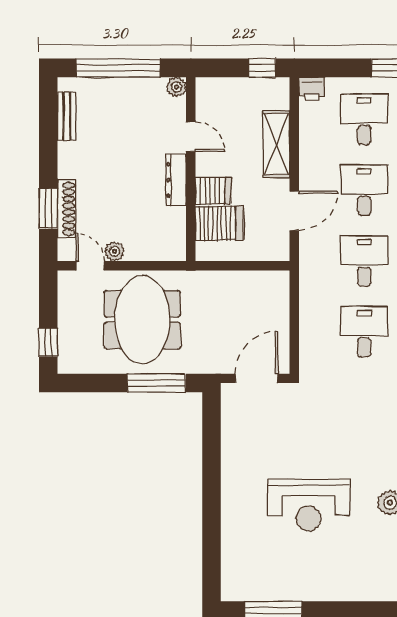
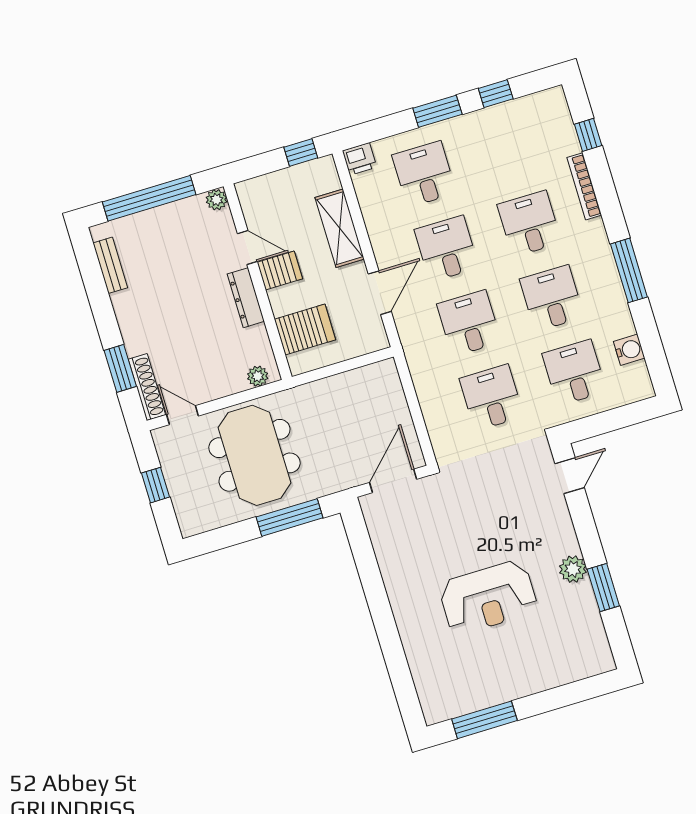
server rack: (213, 191) -> (280, 270), moved
shoe rack: (66, 209) -> (147, 387), moved
plant: (115, 251) -> (258, 376), moved
window: (48, 342) -> (155, 485), moved

